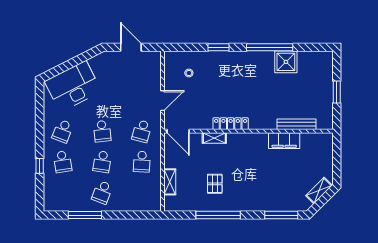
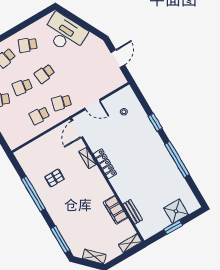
shower: (286, 62) -> (176, 211), moved
bench: (297, 124) -> (133, 212), width x0.73
shelving: (170, 182) -> (130, 243), moved

